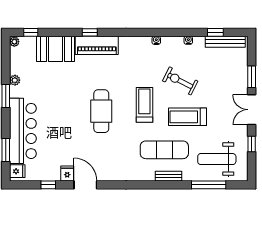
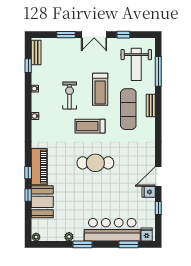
window: (31, 32) -> (28, 195), moved
bench: (225, 42) -> (36, 53), width x0.73
exercise bike: (180, 81) -> (70, 96), turned 153

